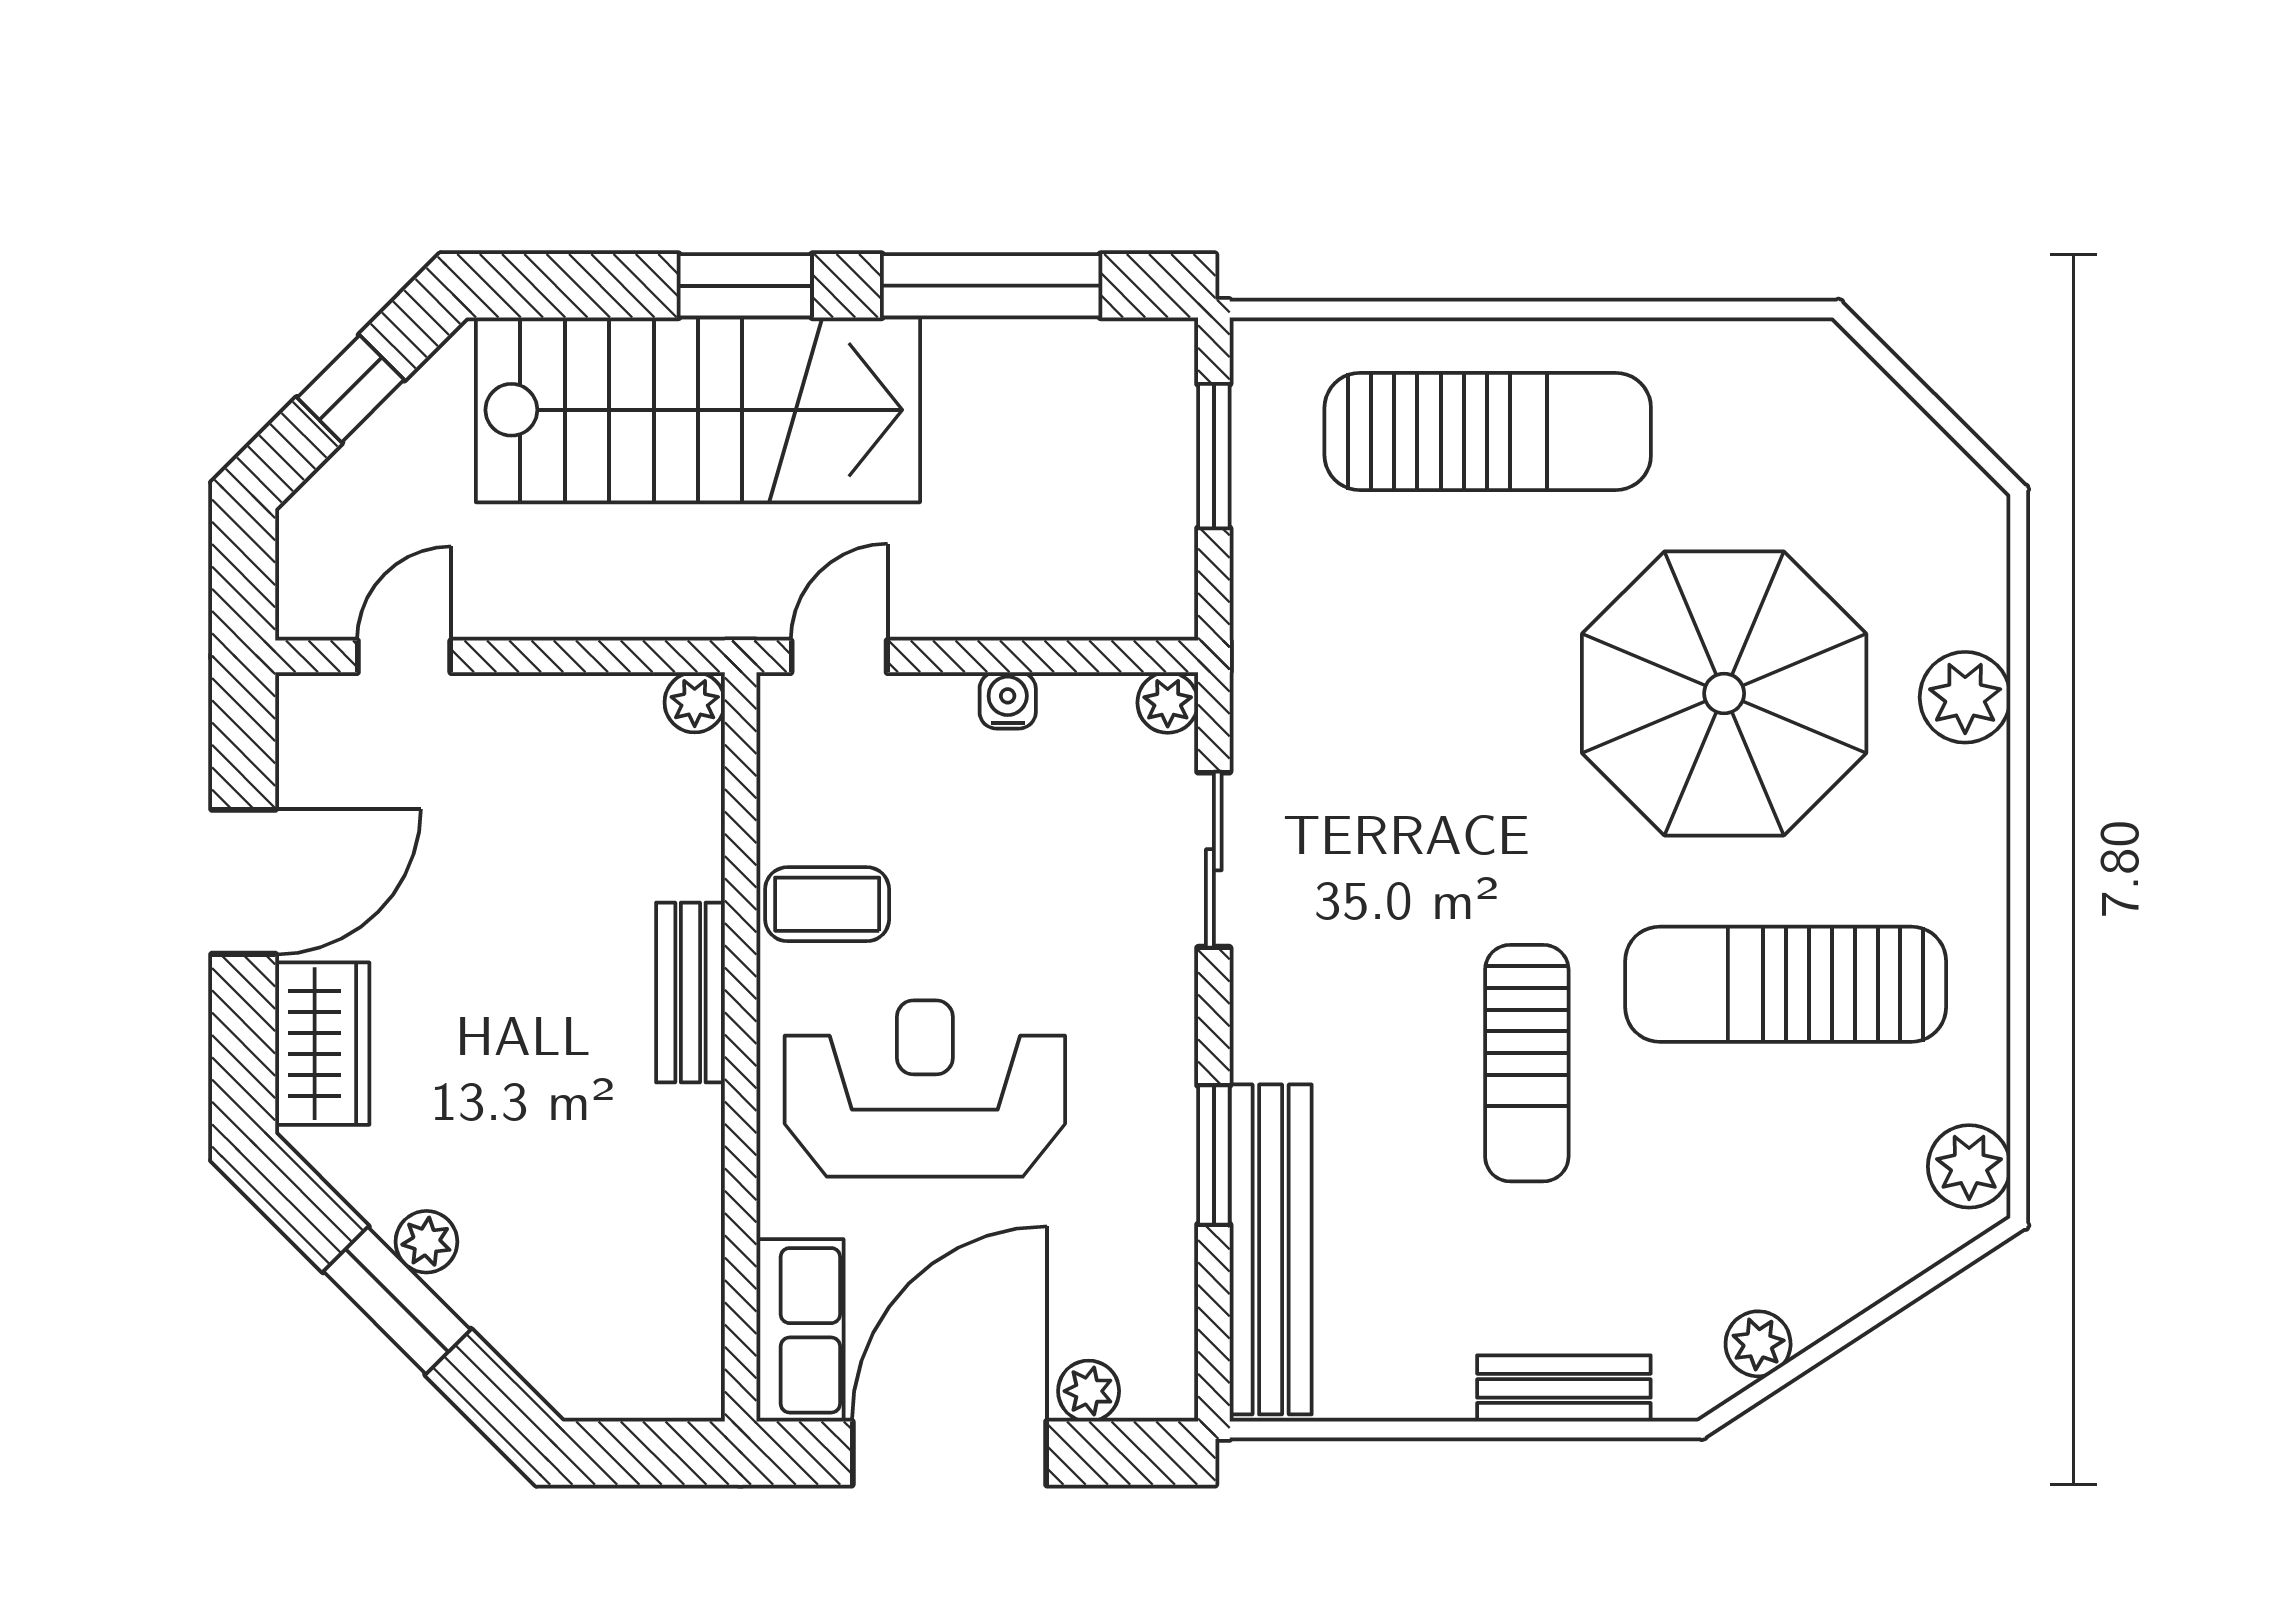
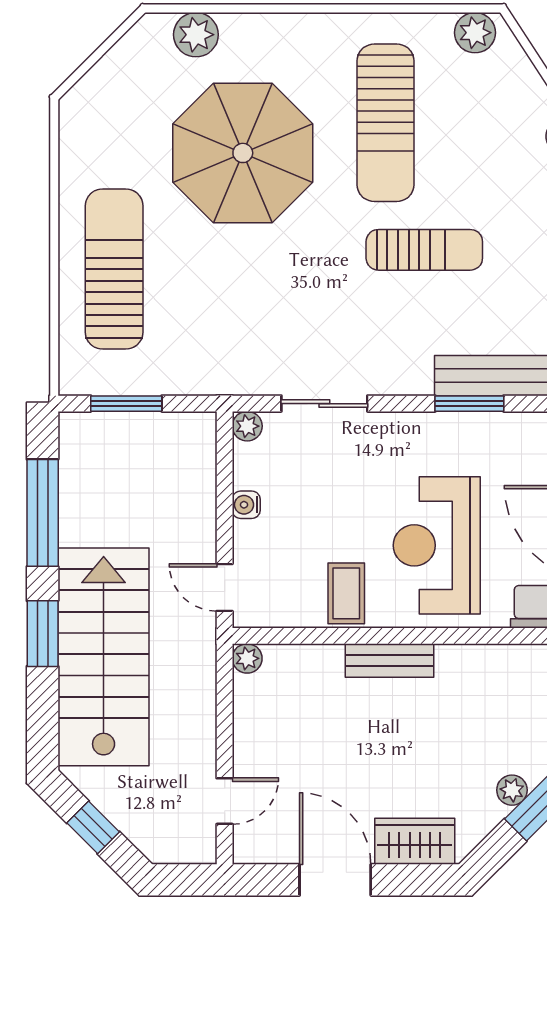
door: (404, 656) -> (225, 801), swing flipped
plant: (1965, 697) -> (196, 35), moved

